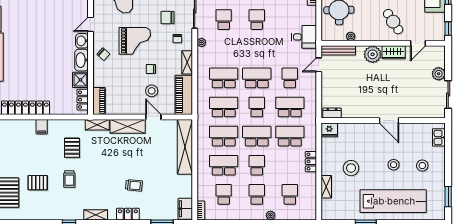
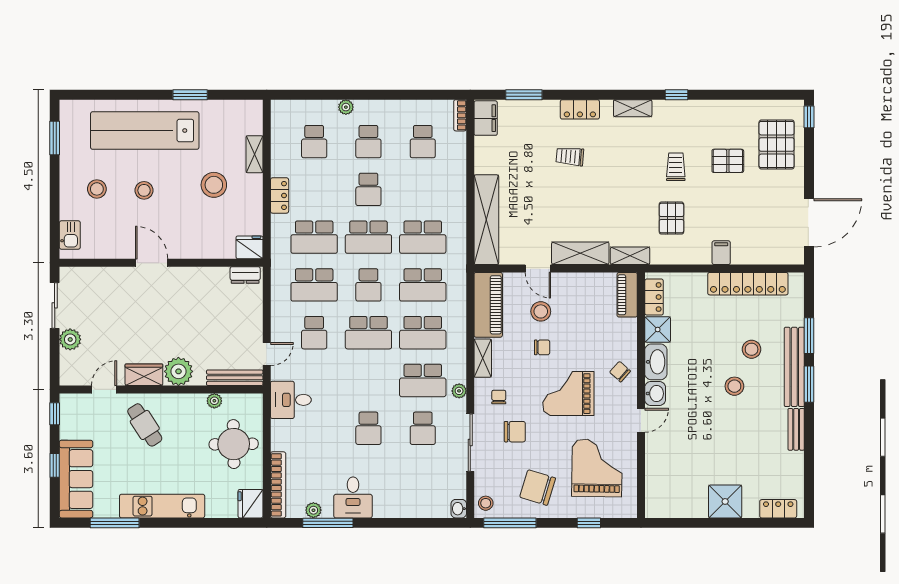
stool: (34, 45) -> (734, 386), added
stool: (23, 68) -> (752, 349), added
school desk: (224, 165) -> (423, 380), moved

